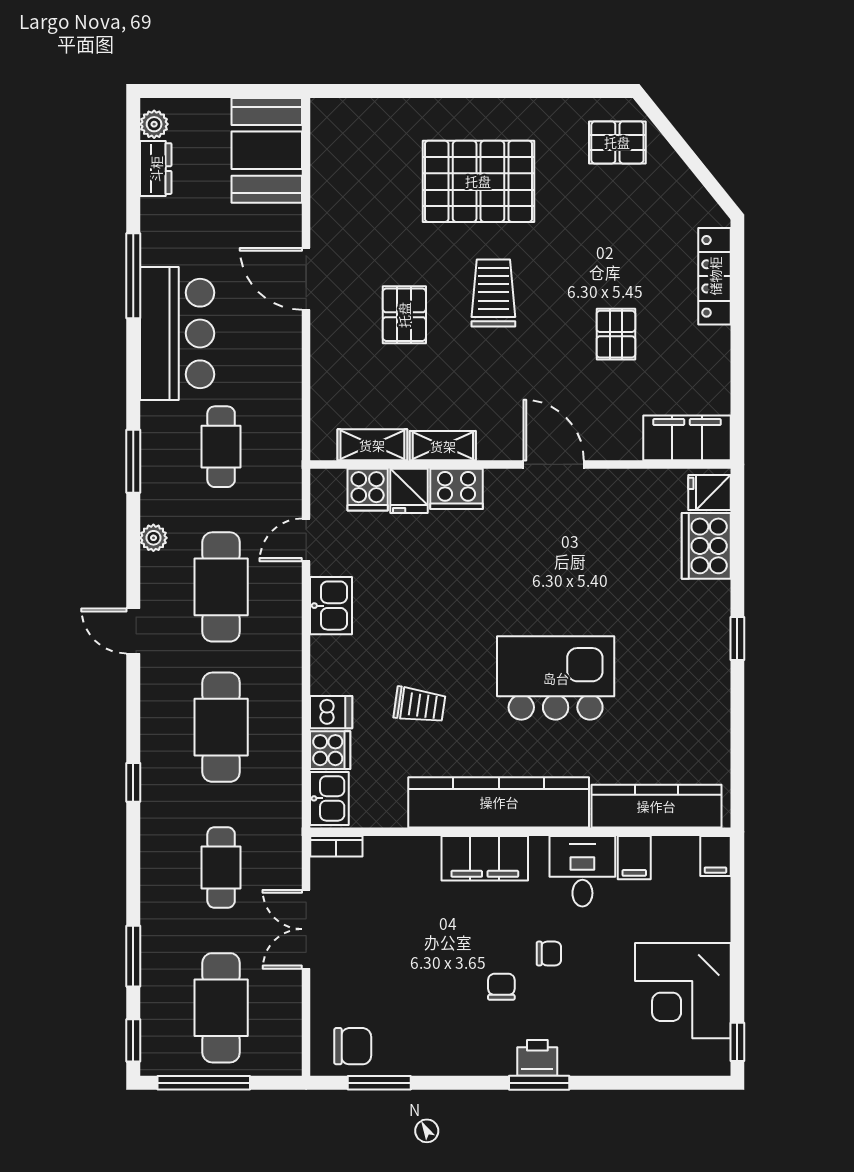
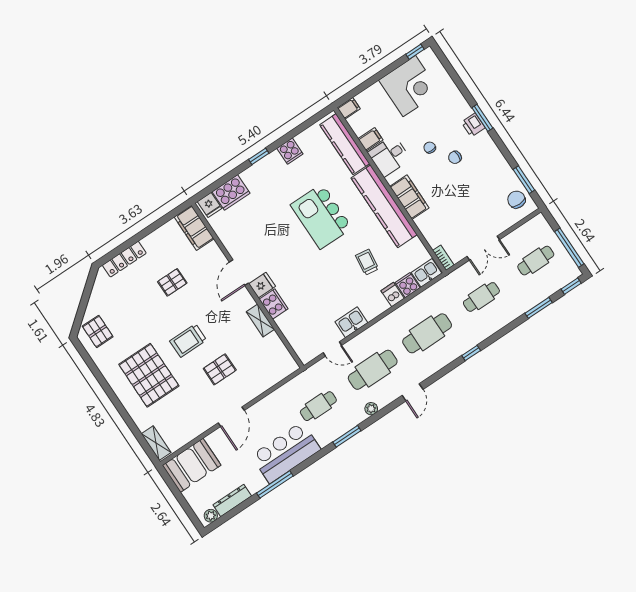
dresser: (156, 169) -> (232, 500), width x1.44
shelving: (372, 445) -> (156, 443), moved
cooker: (368, 490) -> (290, 151), moved, turned 90
fridge: (409, 491) -> (262, 285), moved
cafe table: (221, 1008) -> (536, 261), width x0.73, depth x0.74

